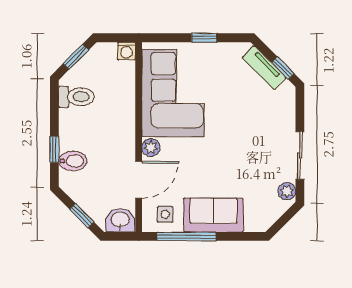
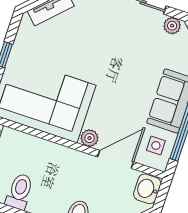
door: (139, 180) -> (116, 159), hinge flipped

